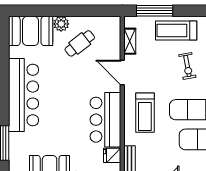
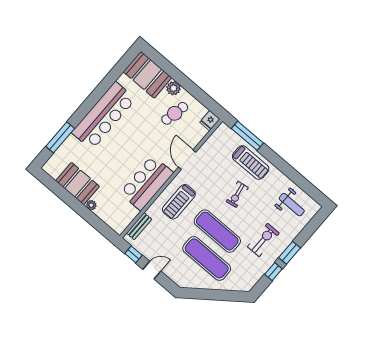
treadmill: (176, 30) -> (251, 163), turned 180
shelving: (130, 41) -> (211, 142), removed
cafe table: (80, 43) -> (175, 113), turned -40
fridge: (112, 155) -> (210, 121), moved, turned -90

